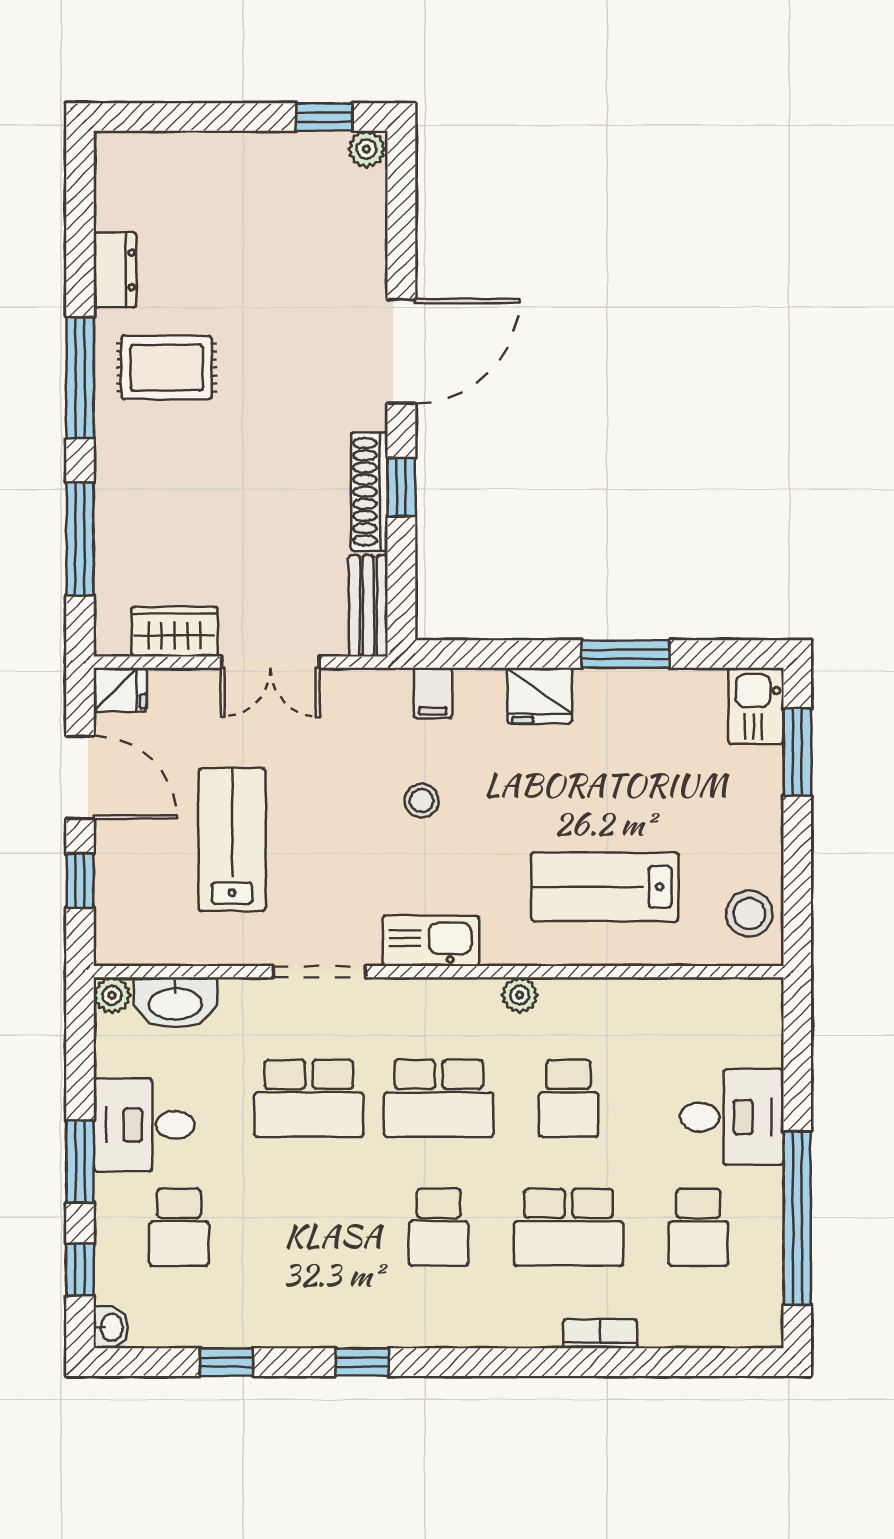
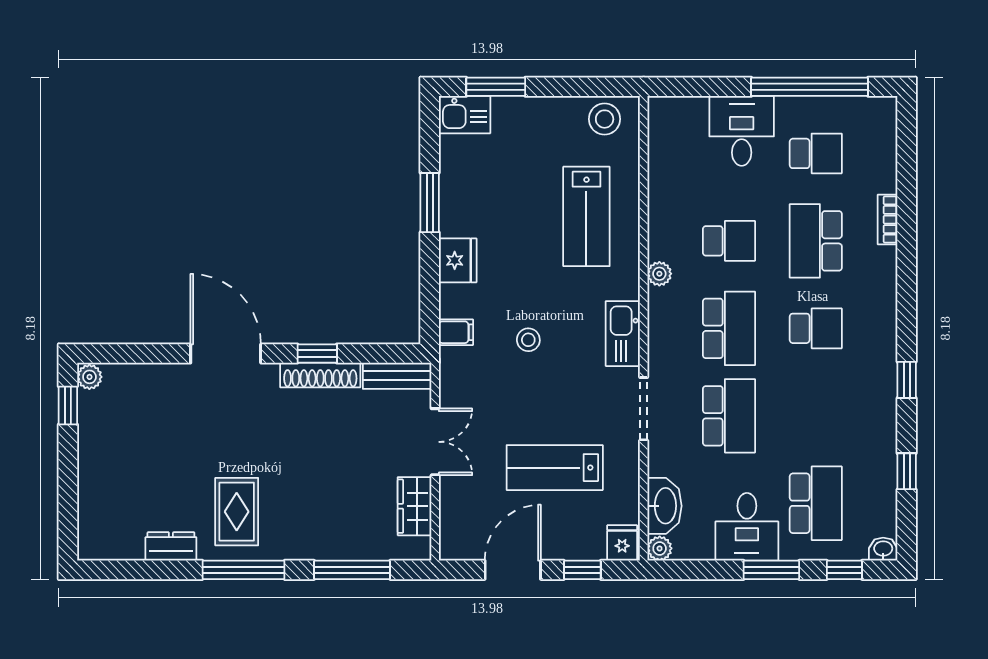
fridge: (120, 690) -> (622, 543), moved
school desk: (179, 1227) -> (816, 503), width x1.85
school desk: (568, 1227) -> (816, 241), turned 180

